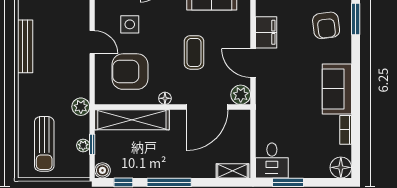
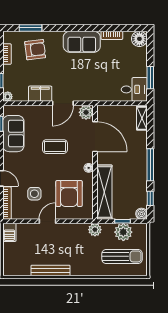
plant: (83, 145) -> (123, 232), width x1.87, depth x1.87

